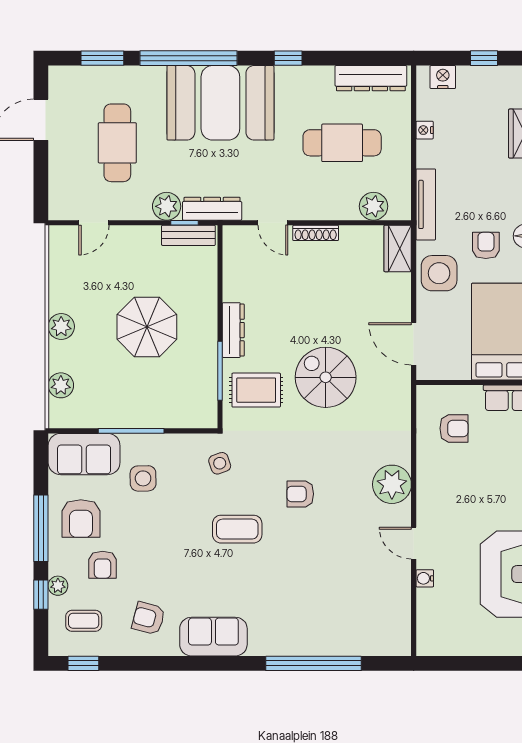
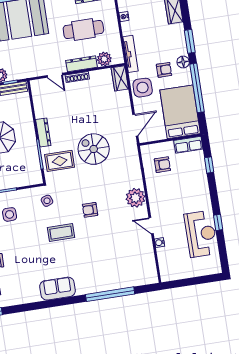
dresser: (212, 209) -> (82, 64), moved
armchair: (486, 245) -> (164, 70), turned 90
door: (414, 344) -> (135, 125), swing flipped
armchair: (149, 618) -> (23, 285), removed

